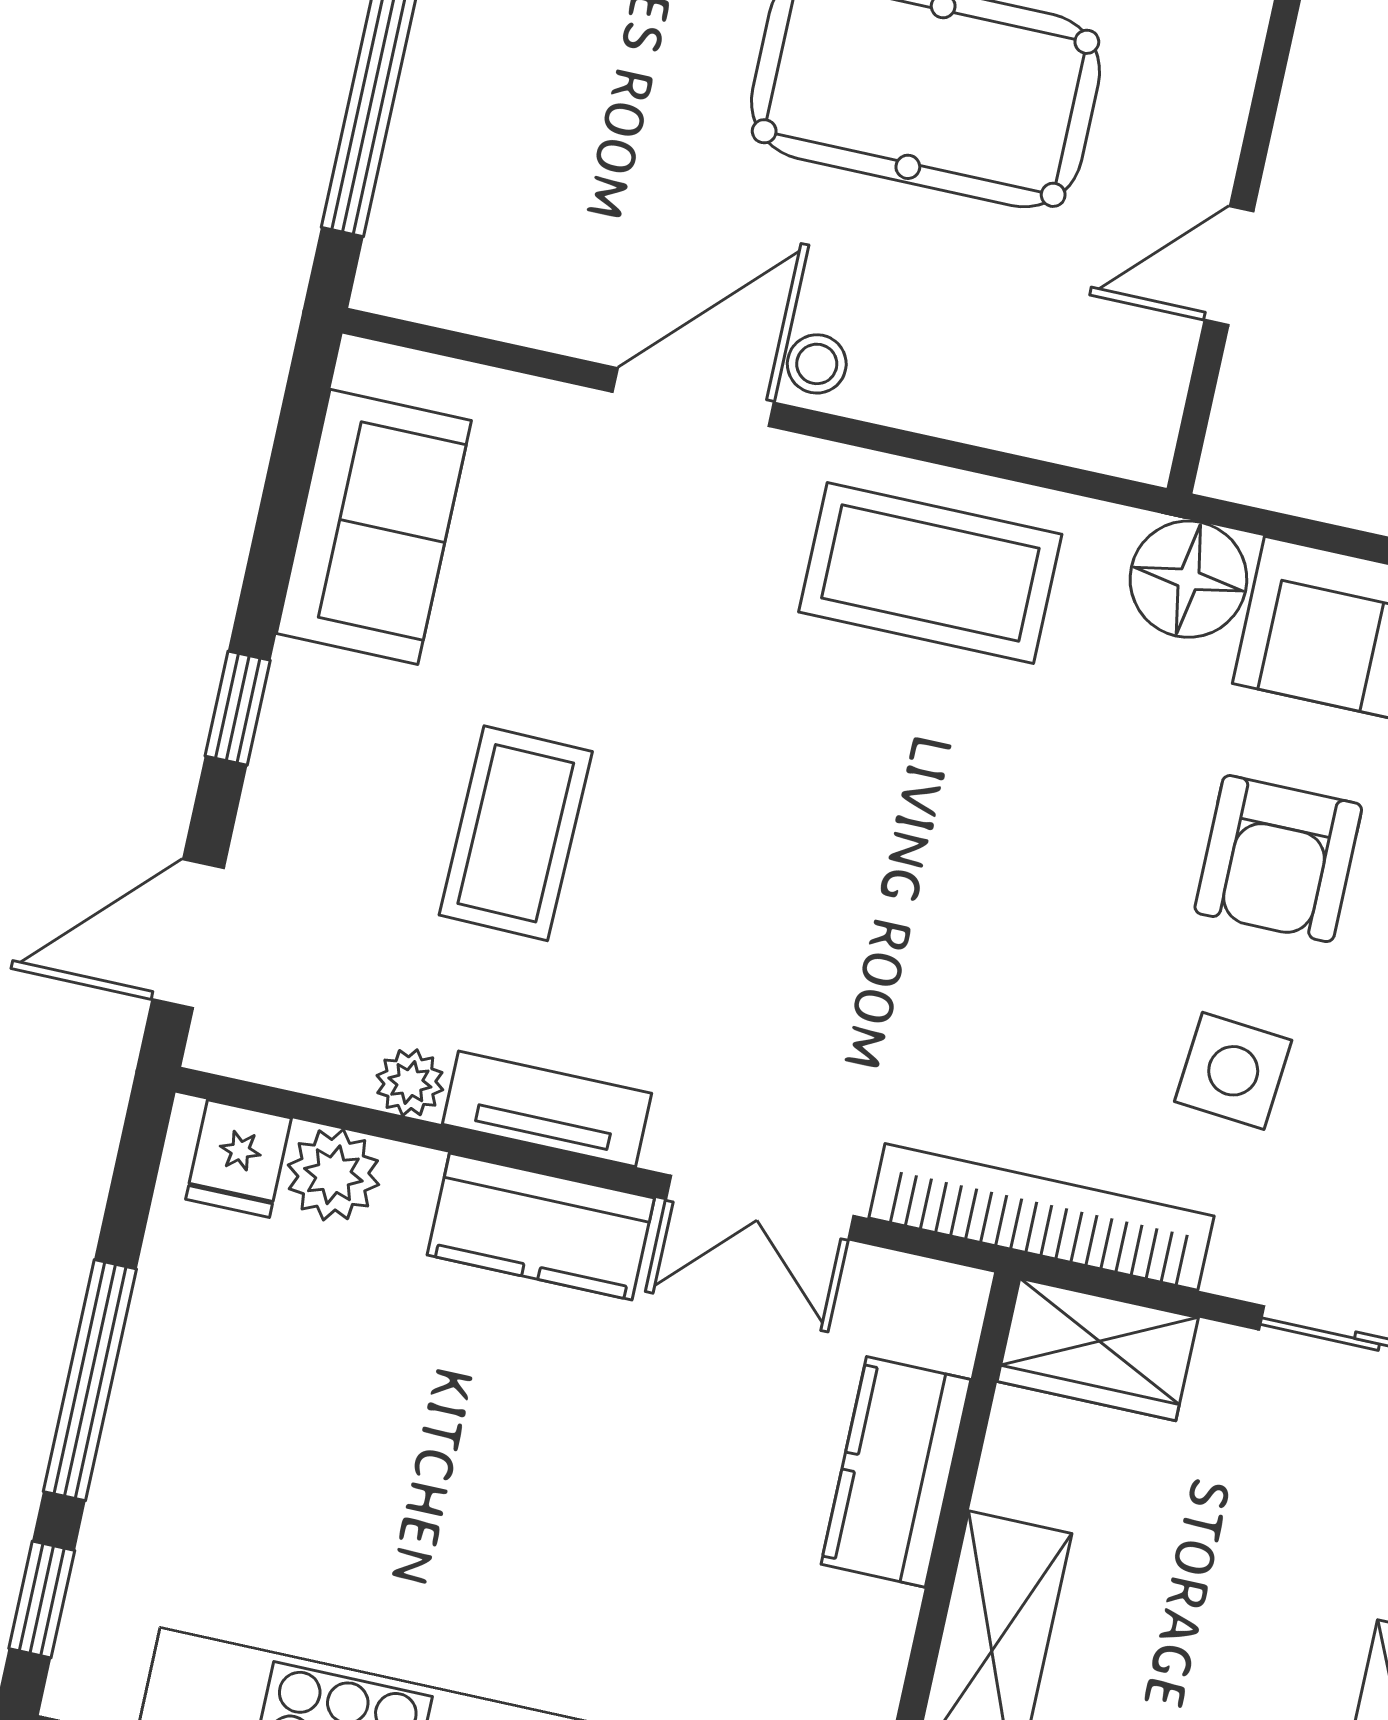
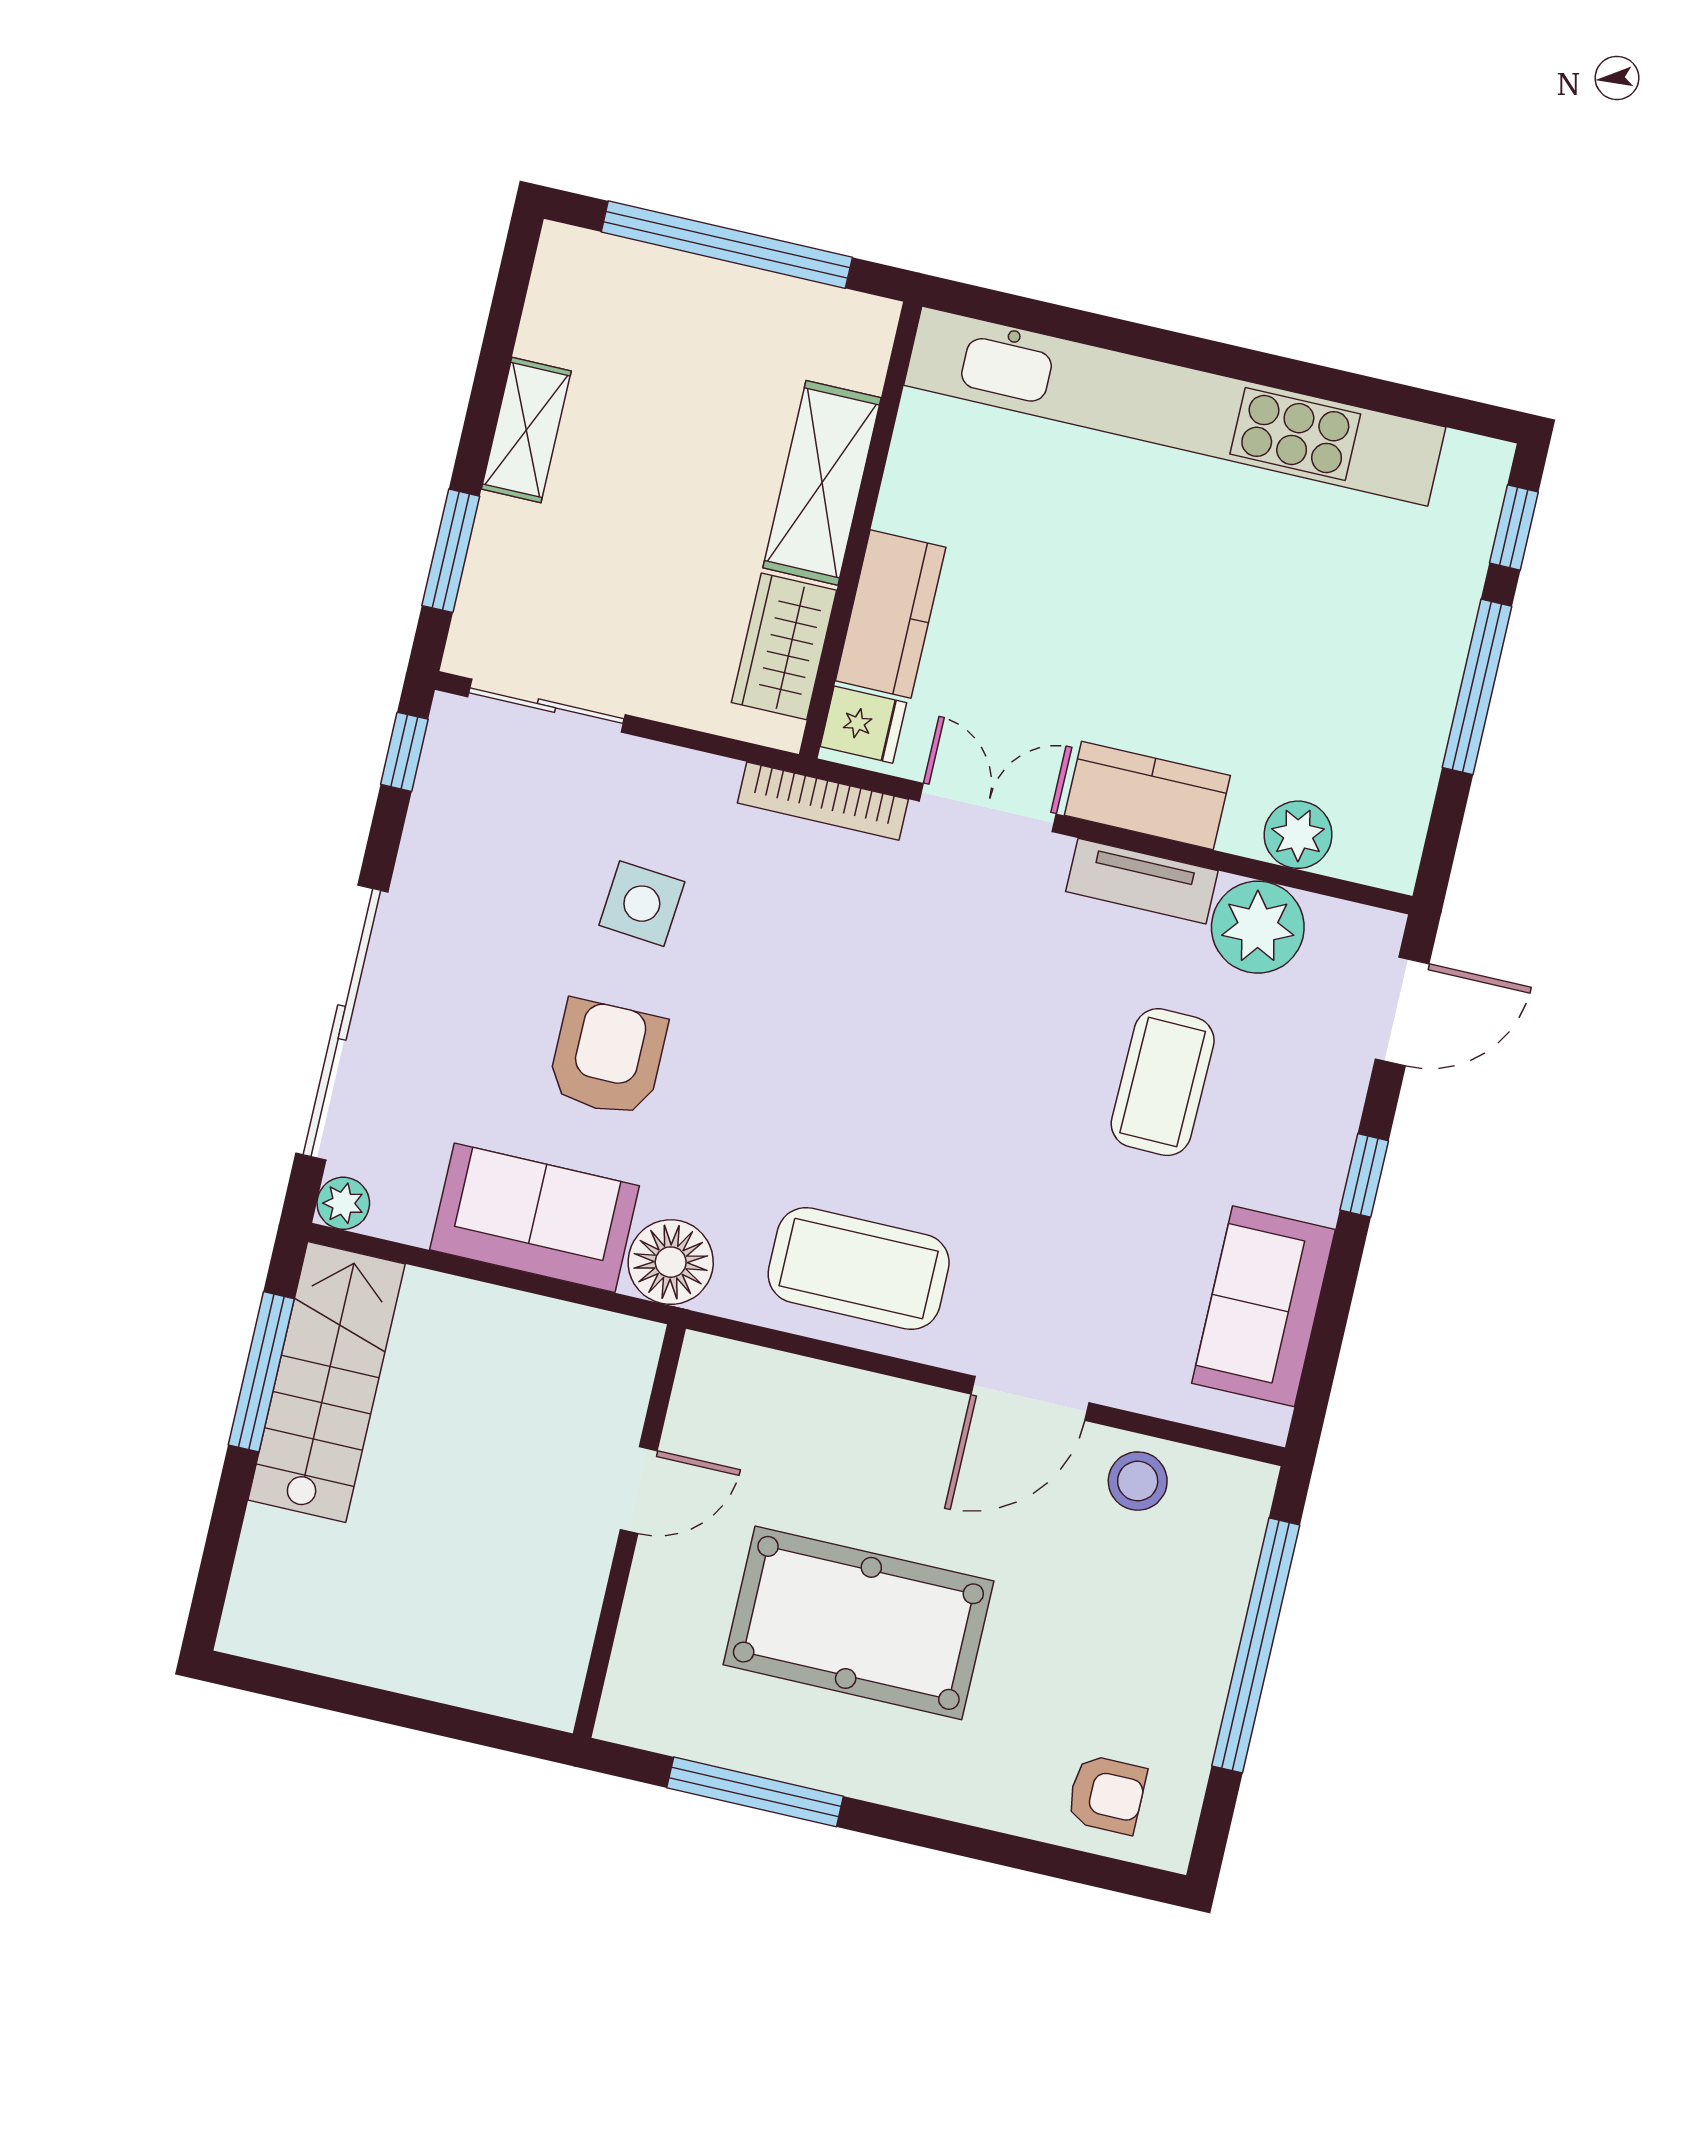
stool: (817, 364) -> (1138, 1481), moved, width x1.37, depth x1.37
plant: (410, 1083) -> (1258, 927), width x1.88, depth x1.88
fridge: (238, 1159) -> (863, 725), moved, turned 90
bookcase: (1041, 1217) -> (823, 801), width x0.68, depth x0.76
wardrobe: (1098, 1350) -> (784, 646), moved, turned -90

